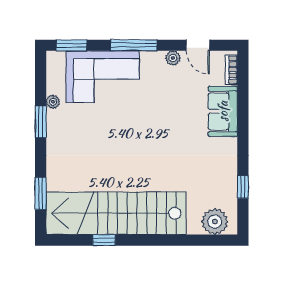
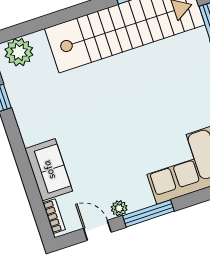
window: (134, 45) -> (148, 213), moved

